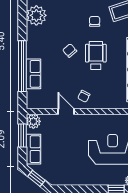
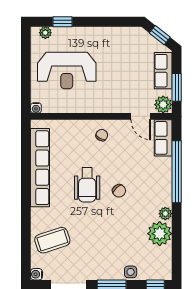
chair: (95, 21) -> (89, 226), removed
plant: (32, 32) -> (165, 214), added
row of seats: (33, 74) -> (163, 138), moved
door: (66, 112) -> (141, 116), moved

